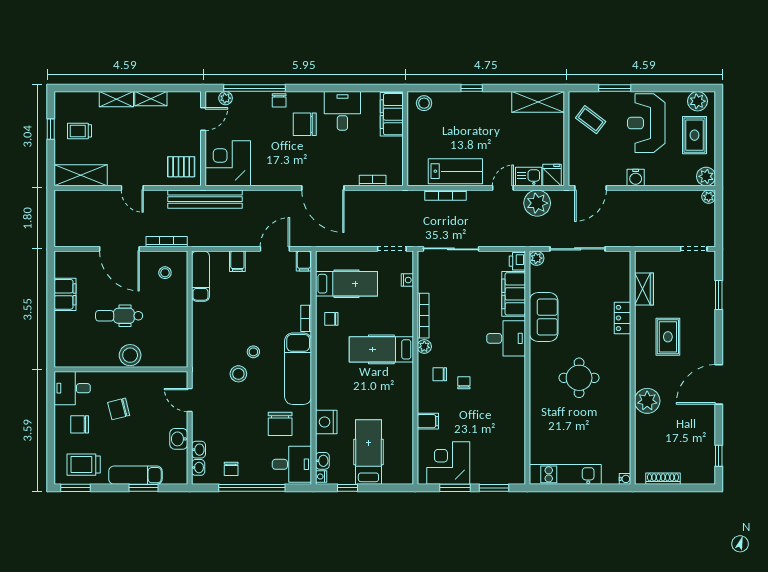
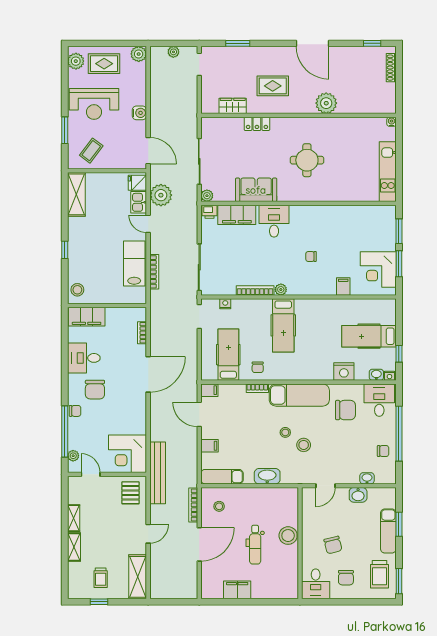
plant: (709, 197) -> (173, 52), moved
chair: (440, 374) -> (304, 277), removed
washbasin: (198, 467) -> (267, 476), moved, width x1.91, depth x1.45
shoe rack: (663, 479) -> (391, 68), moved

